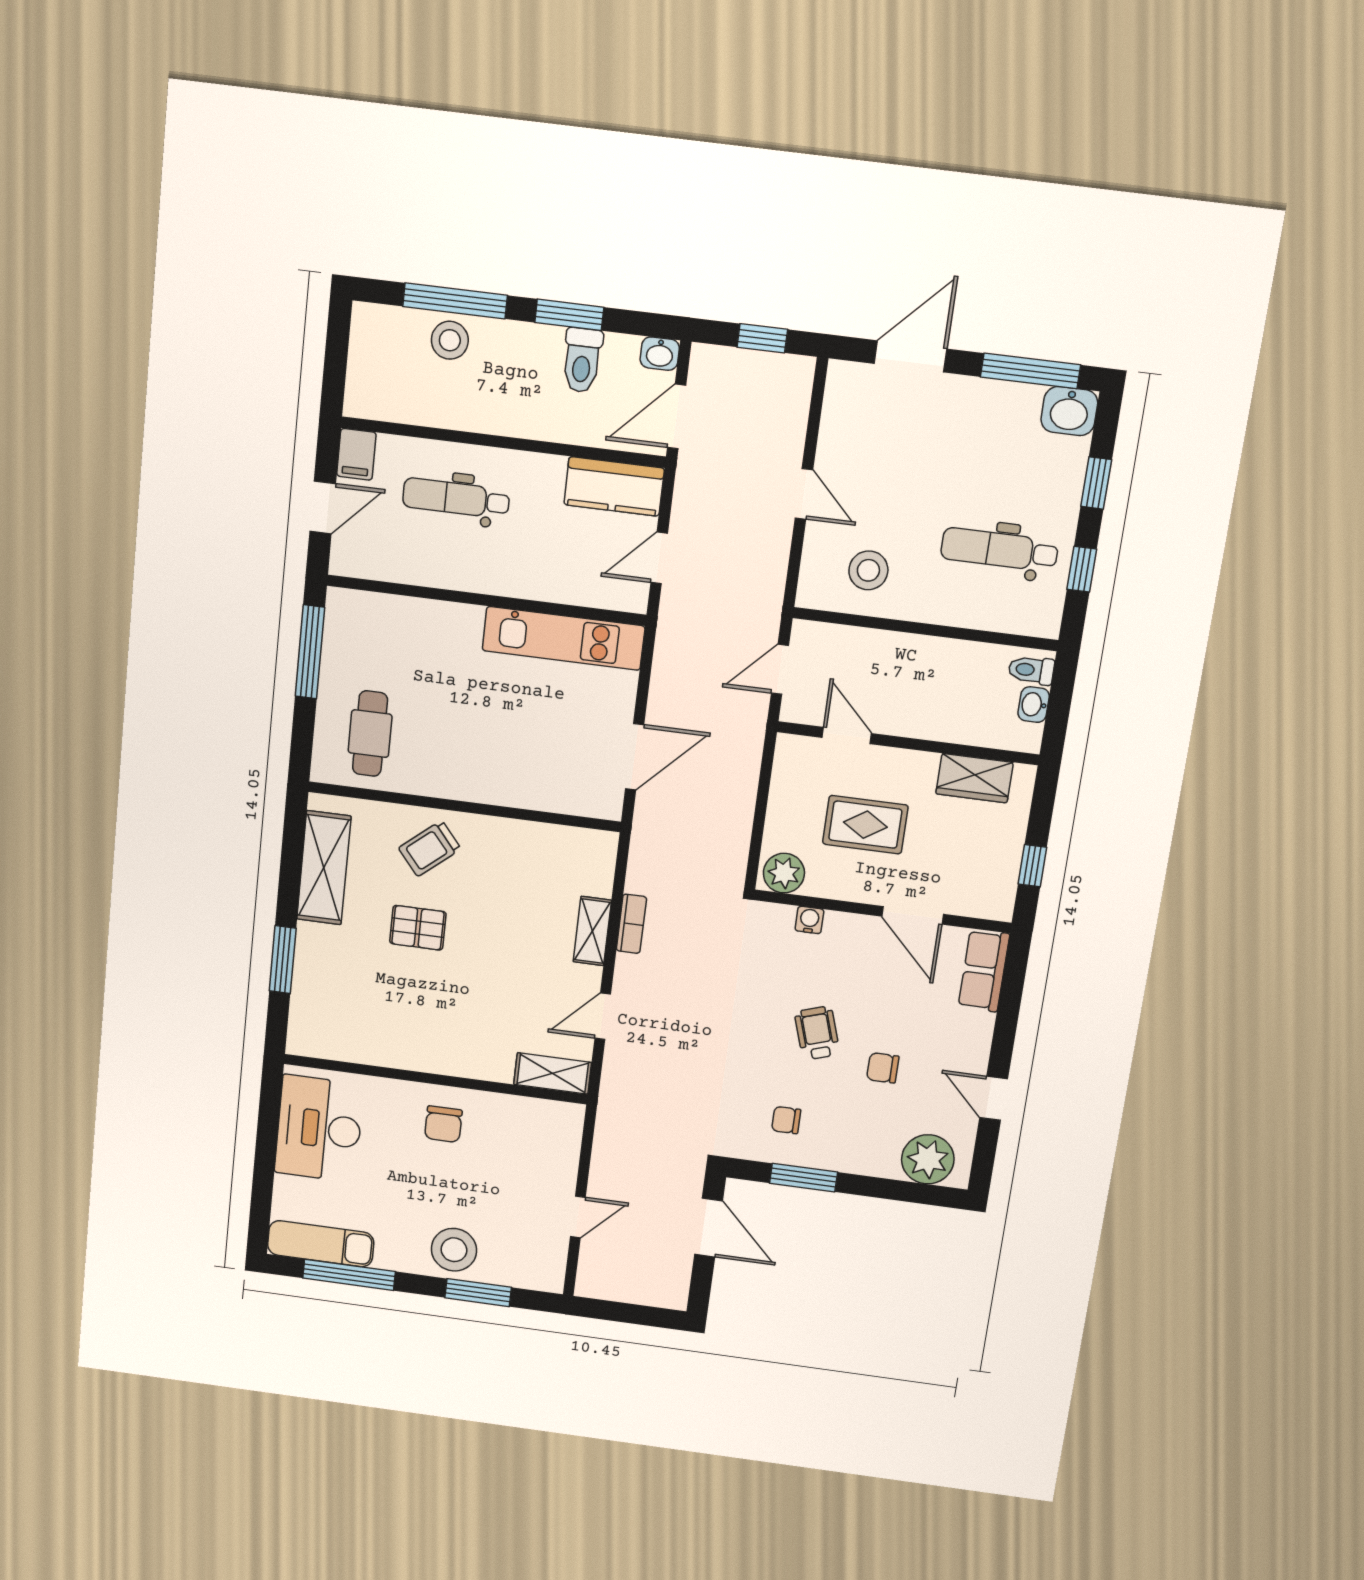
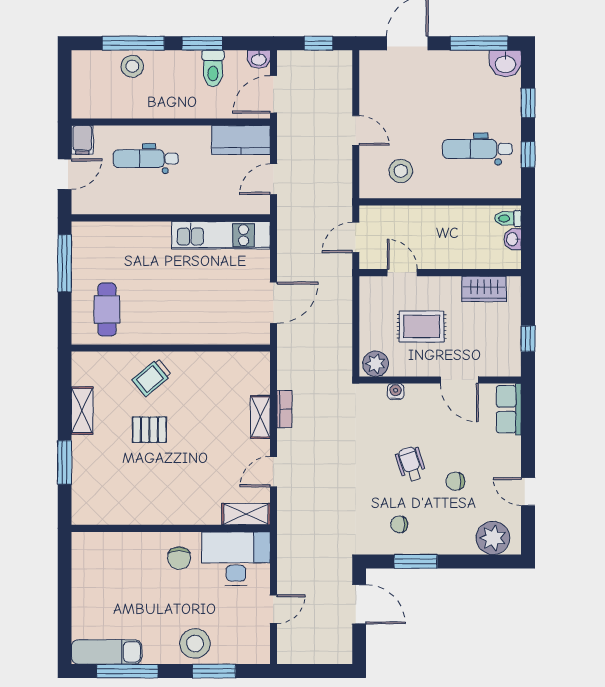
shelving: (324, 868) -> (82, 411), width x0.67, depth x0.75
desk: (319, 1128) -> (236, 559), moved, turned 90

